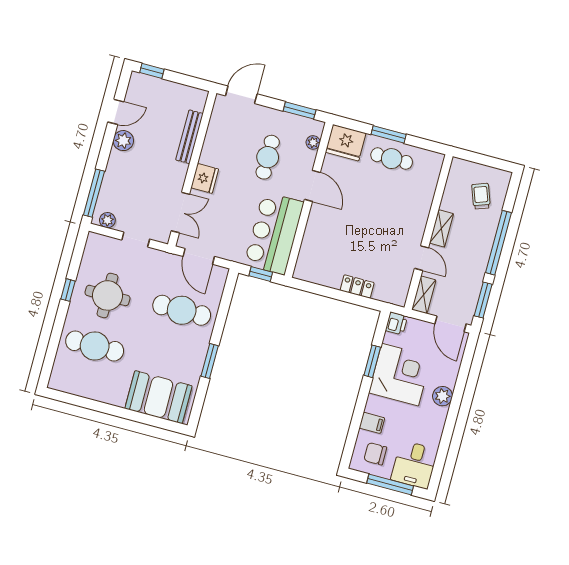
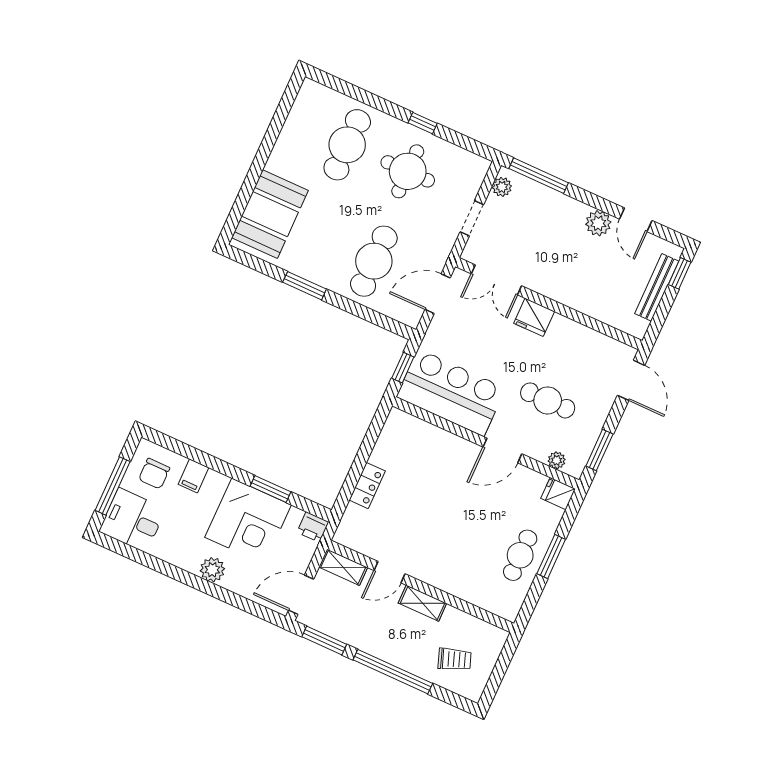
bench: (189, 137) -> (657, 287), moved, turned 90
fridge: (346, 143) -> (558, 494), width x0.53, depth x0.75
chair: (375, 454) -> (154, 474), turned 180

